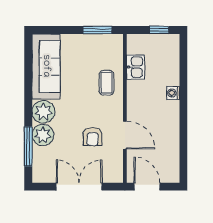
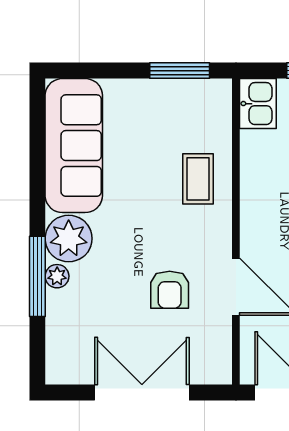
kitchen sink: (136, 67) -> (258, 104), moved
plant: (43, 135) -> (57, 276), width x0.53, depth x0.53
window: (28, 146) -> (37, 276), moved

